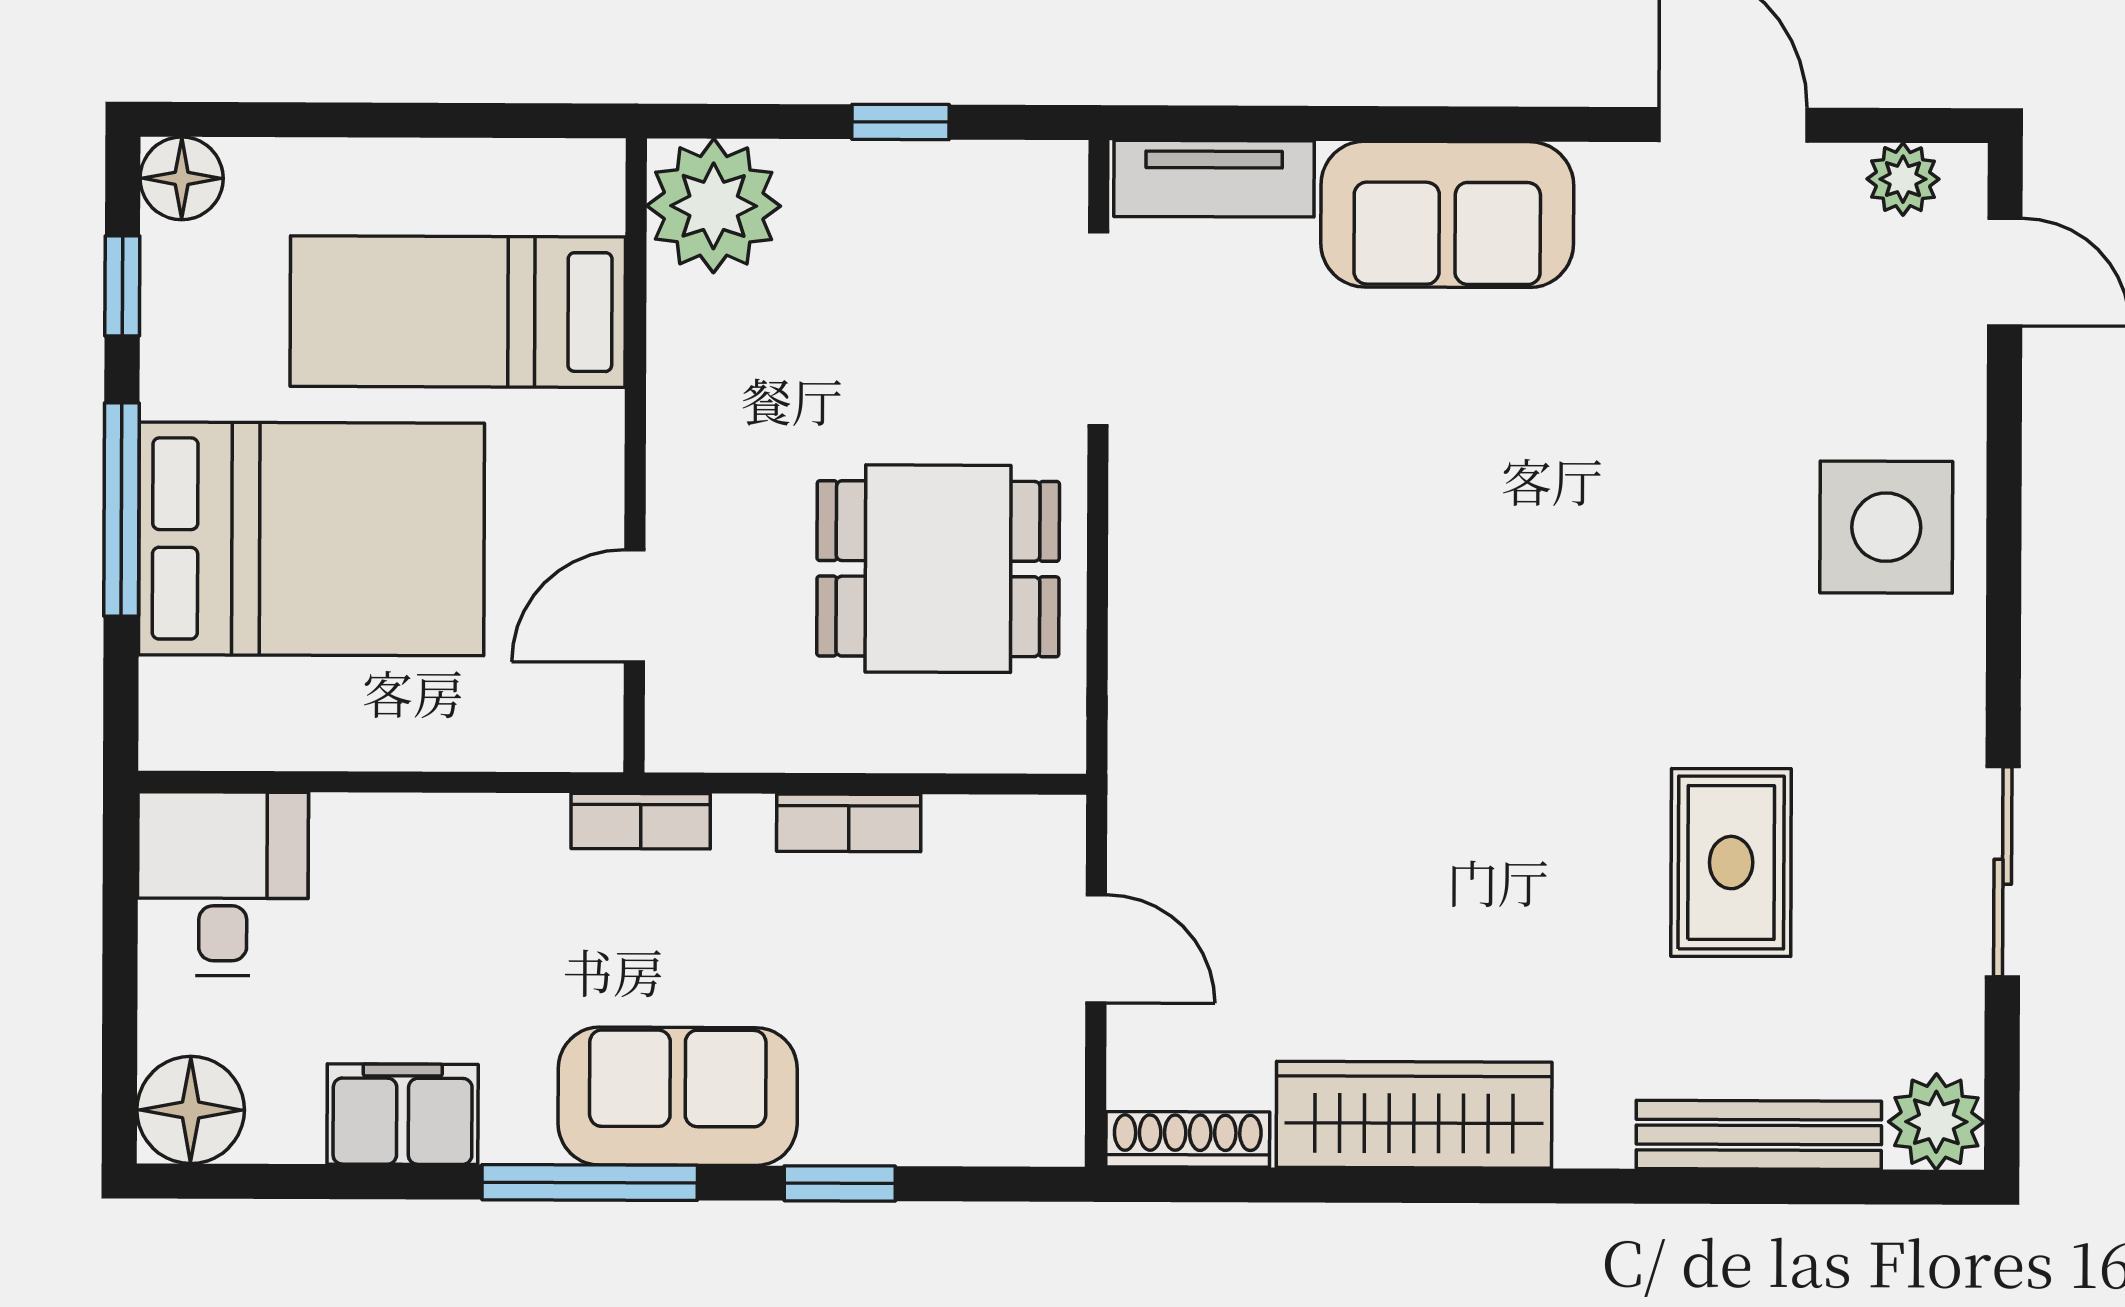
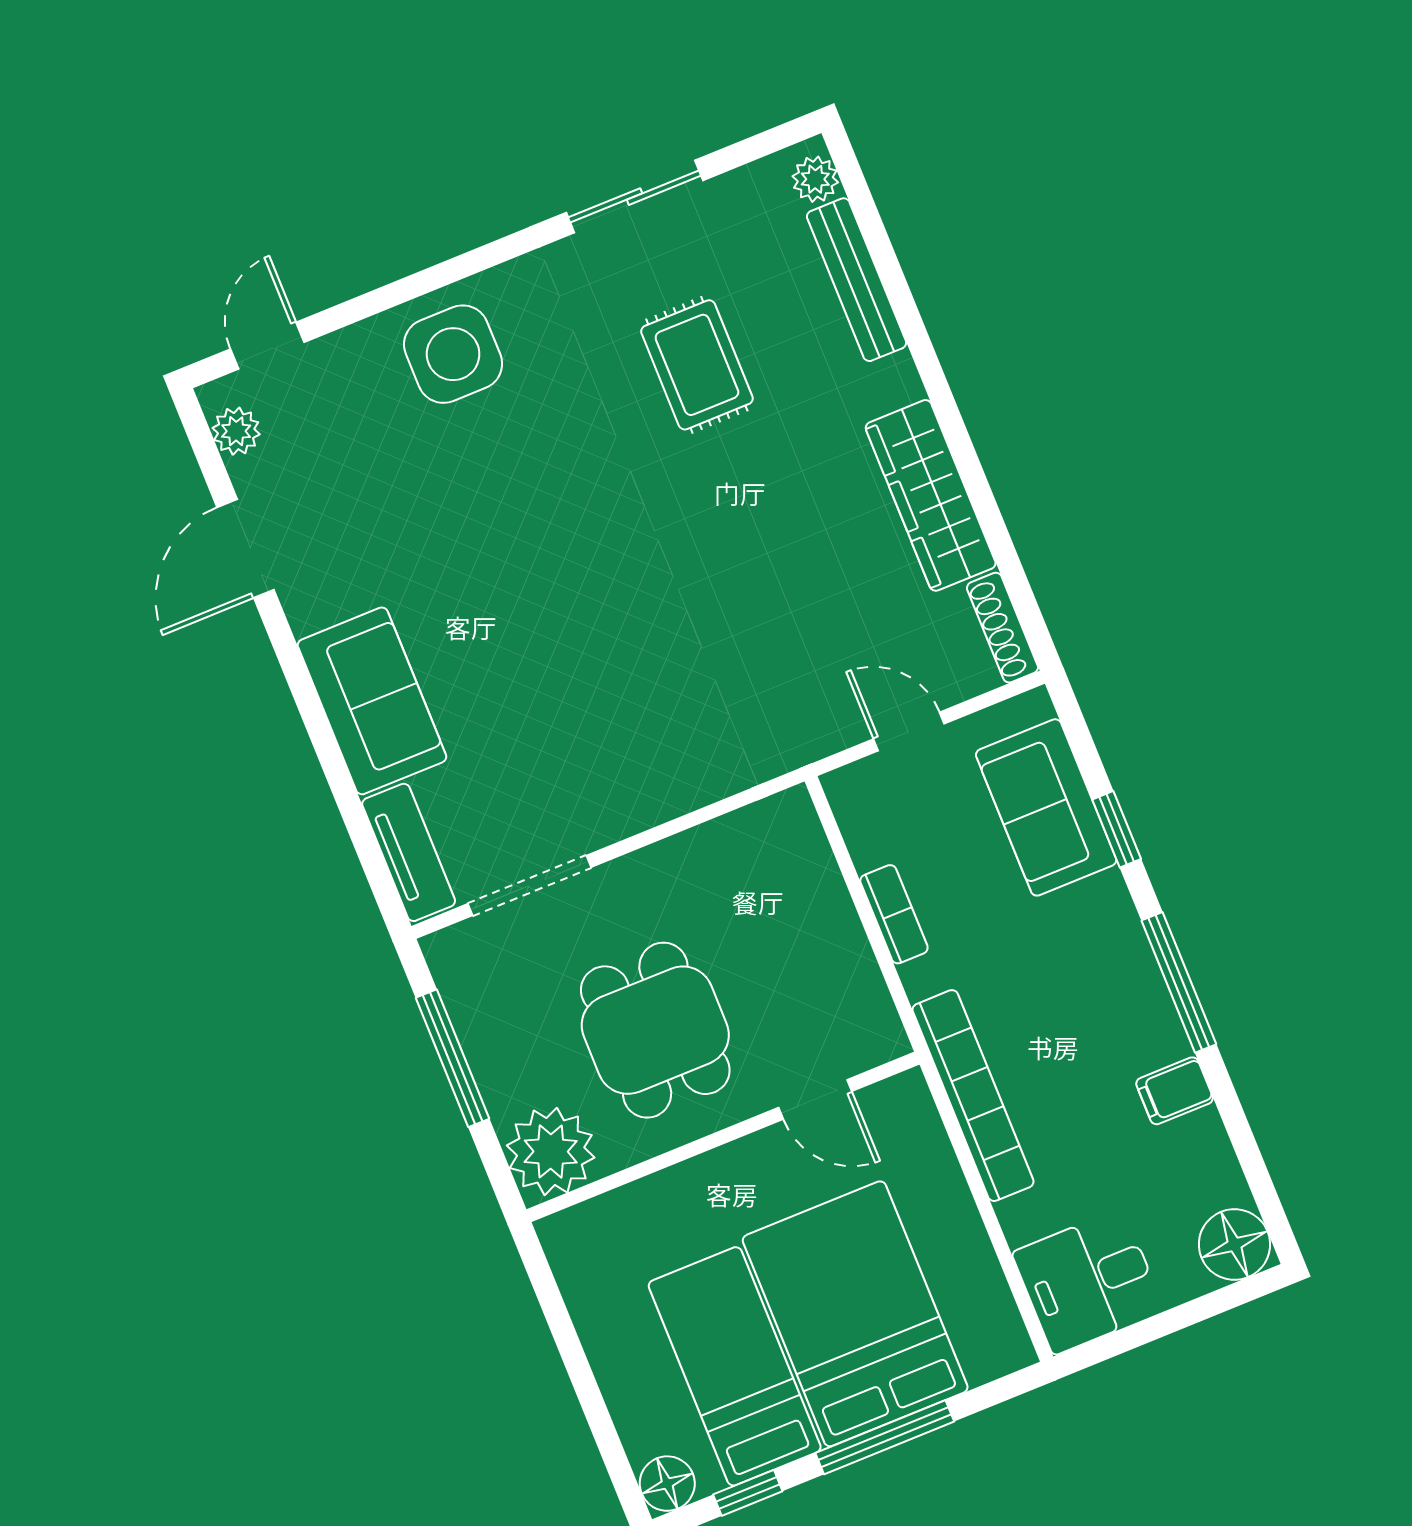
window: (901, 122) -> (452, 1058), width x2.17
bed: (458, 312) -> (735, 1366), moved, turned 180
dining table: (938, 569) -> (655, 1030), moved
bookcase: (641, 821) -> (973, 1096), width x2.31, depth x1.31
rug: (1731, 863) -> (697, 365), turned 90
door: (1096, 949) -> (909, 731), hinge flipped
sofa: (678, 1096) -> (1046, 807), moved
filing cabinet: (403, 1114) -> (1175, 1091), width x0.50
plant: (1936, 1122) -> (815, 179), width x0.73, depth x0.73

